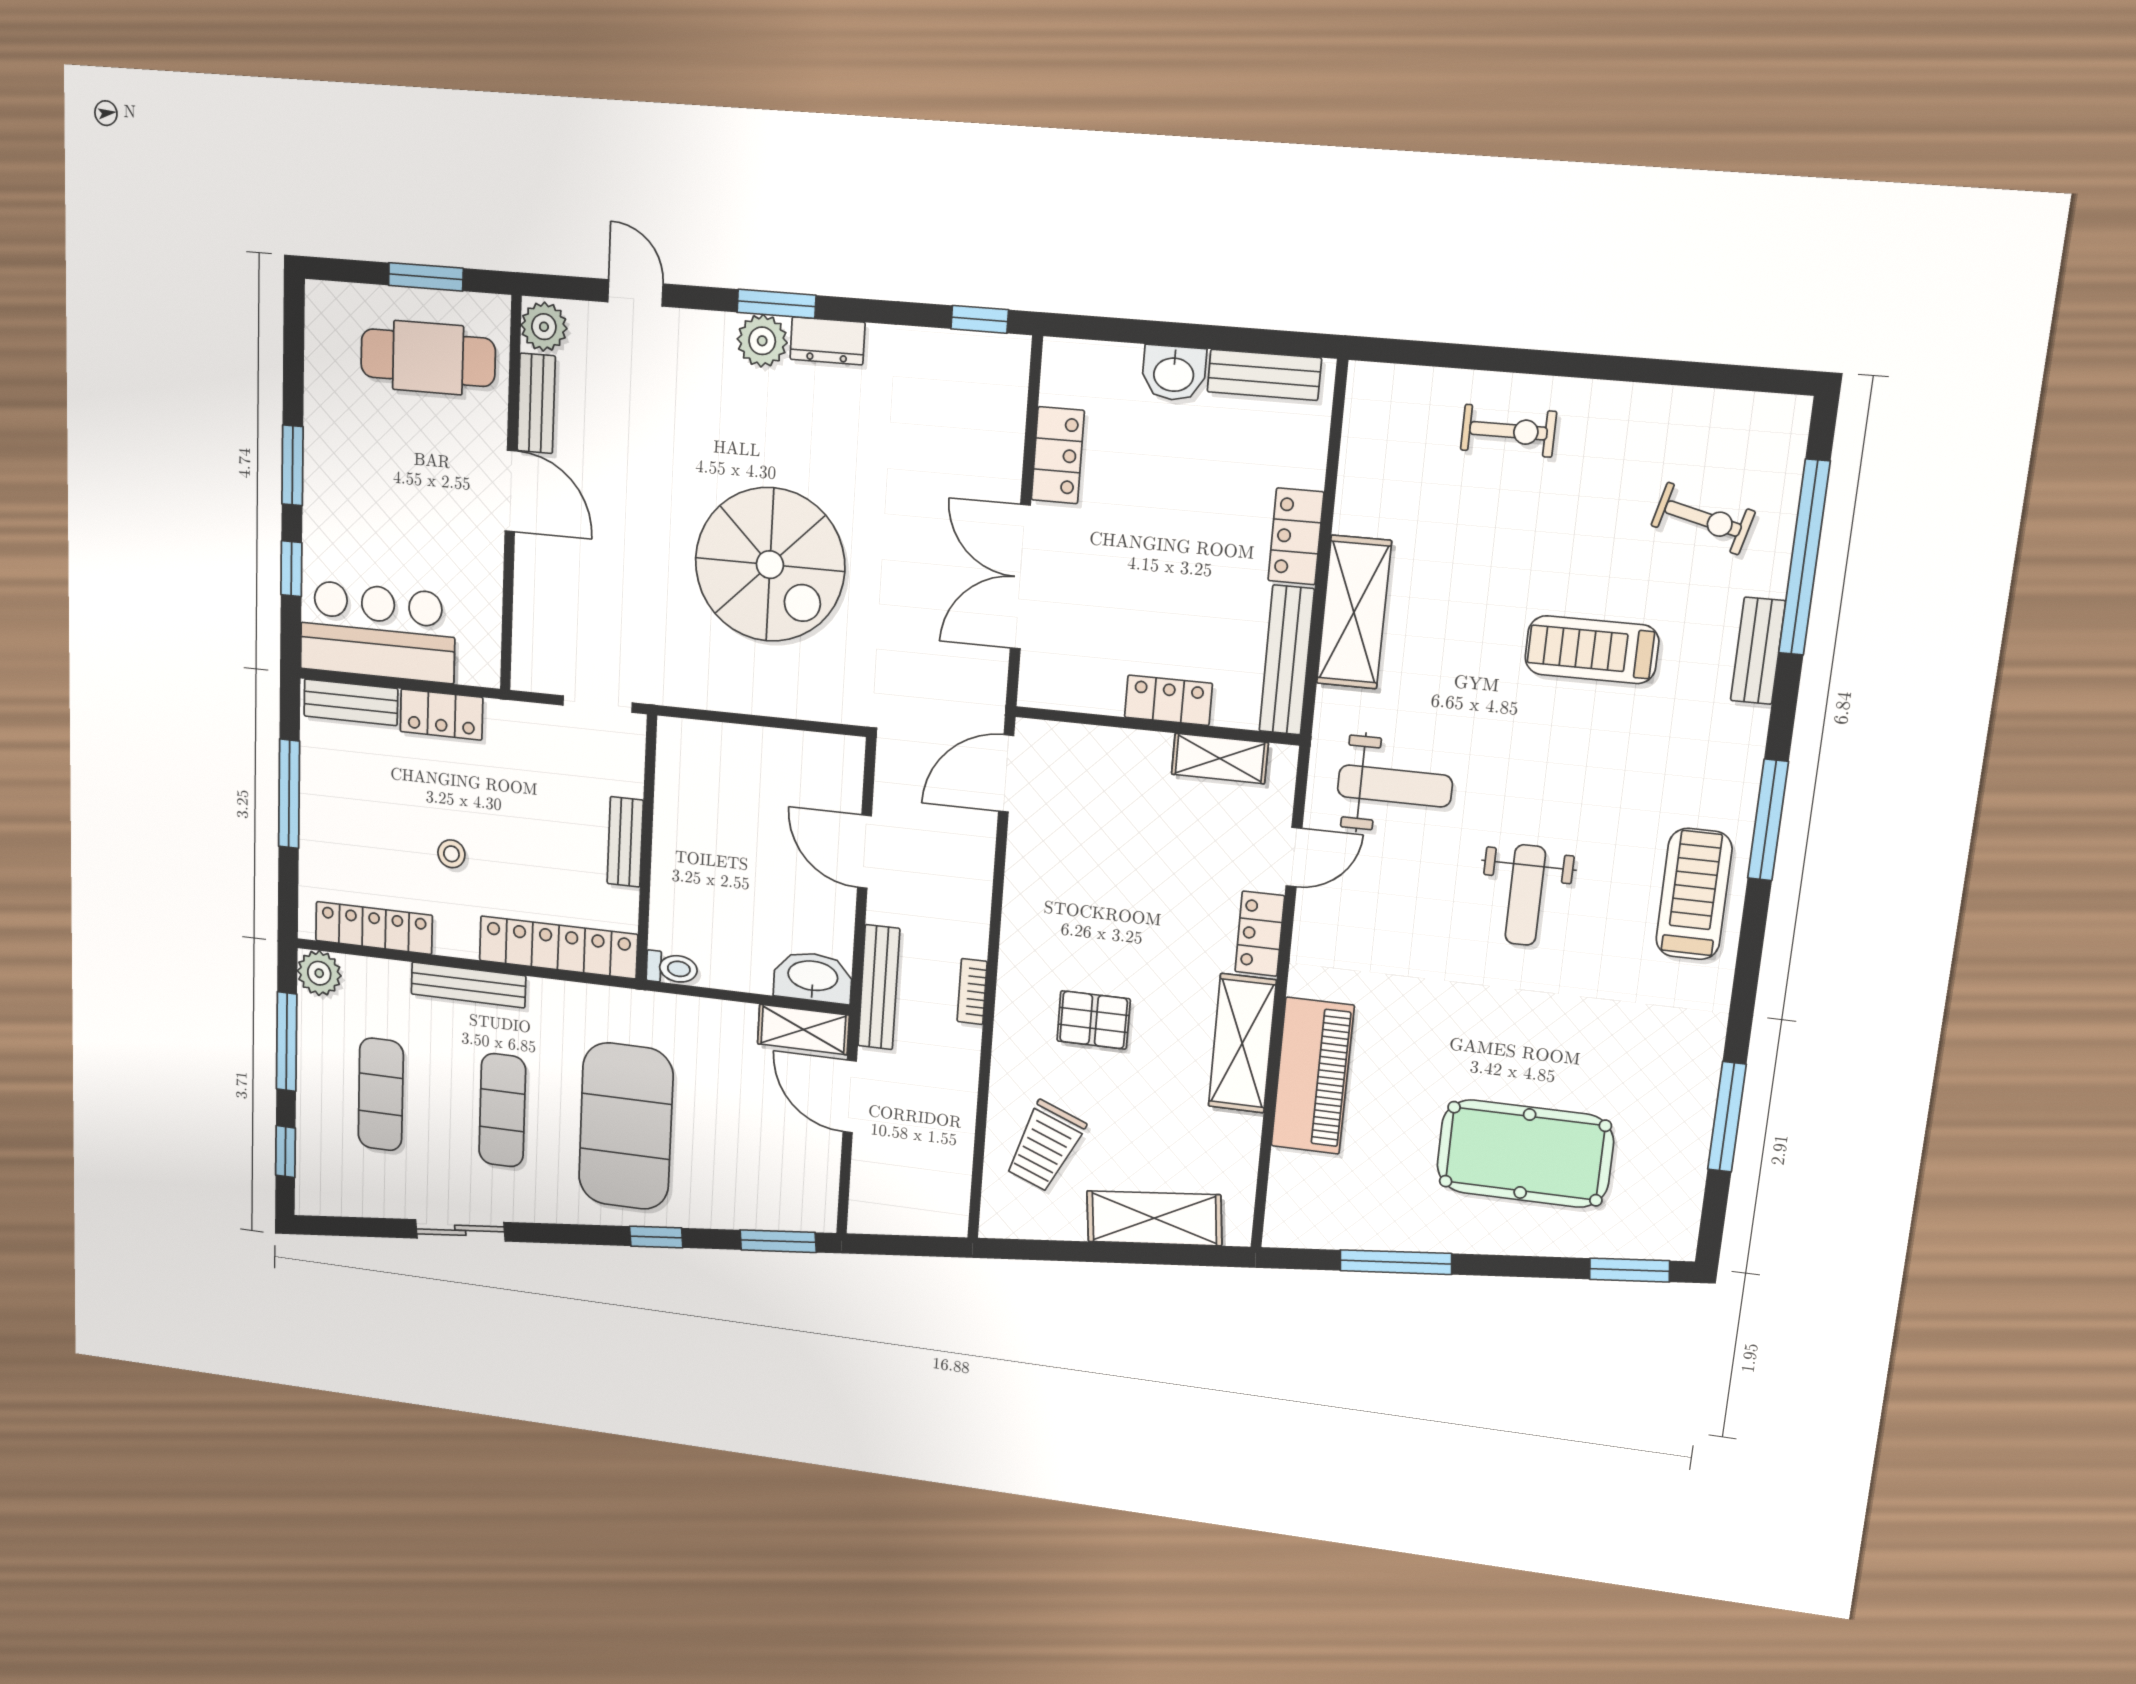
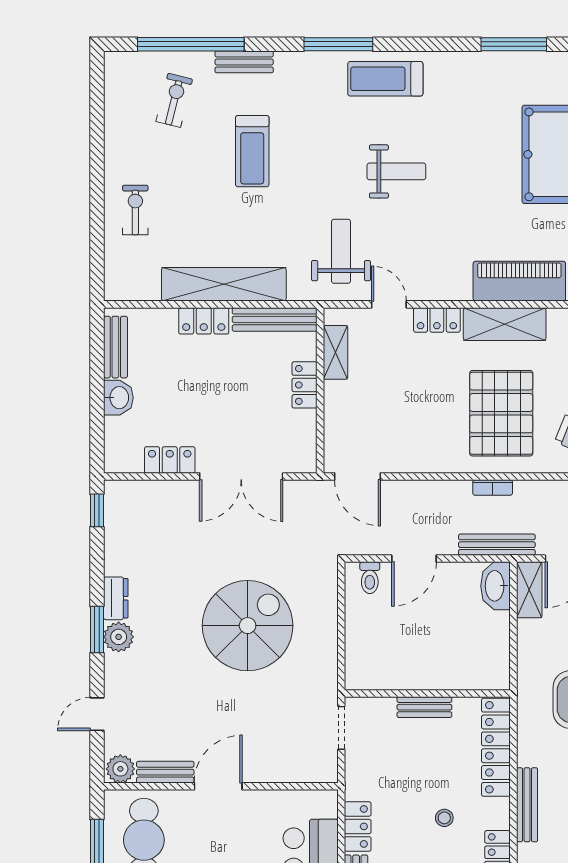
shelving: (1354, 612) -> (224, 284), width x1.47
toilet: (672, 968) -> (370, 578), moved, turned 180
pallet: (1094, 1020) -> (501, 413), width x2.05, depth x2.00

